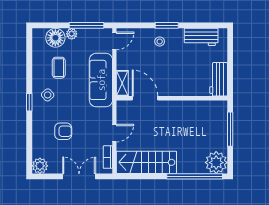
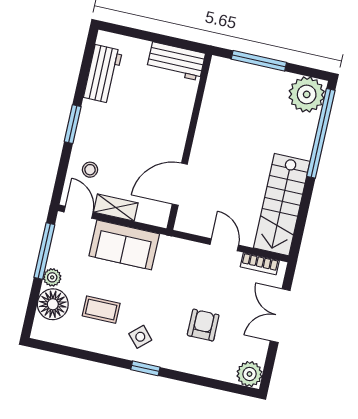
stool: (160, 41) -> (90, 170), moved
sofa: (101, 80) -> (124, 245), width x0.73
shelving: (122, 83) -> (116, 207), moved

